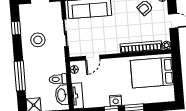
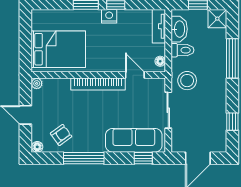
stool: (38, 40) -> (187, 81), moved
bookcase: (141, 47) -> (98, 84), moved
door: (93, 58) -> (135, 75), hinge flipped

